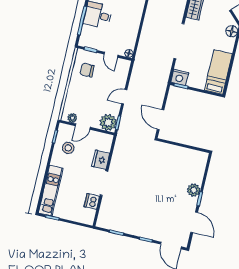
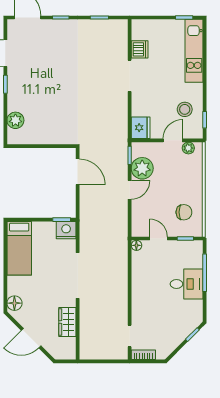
plant: (108, 122) -> (142, 168), moved
fridge: (101, 160) -> (141, 128), moved
plant: (194, 190) -> (15, 120), moved

